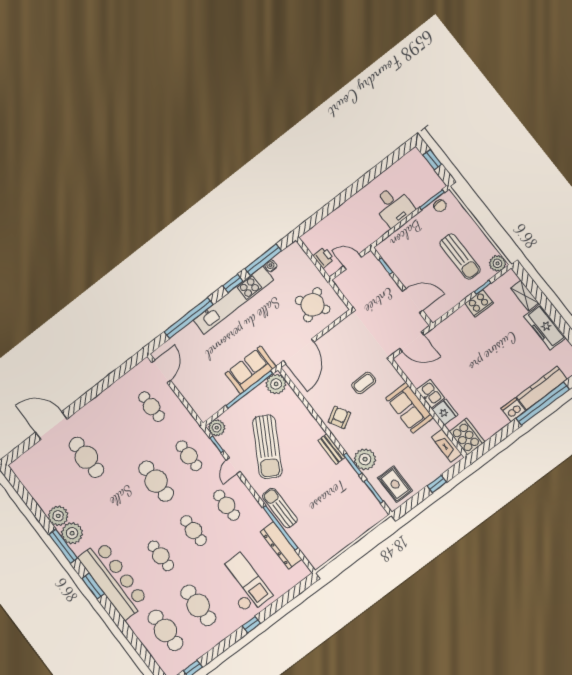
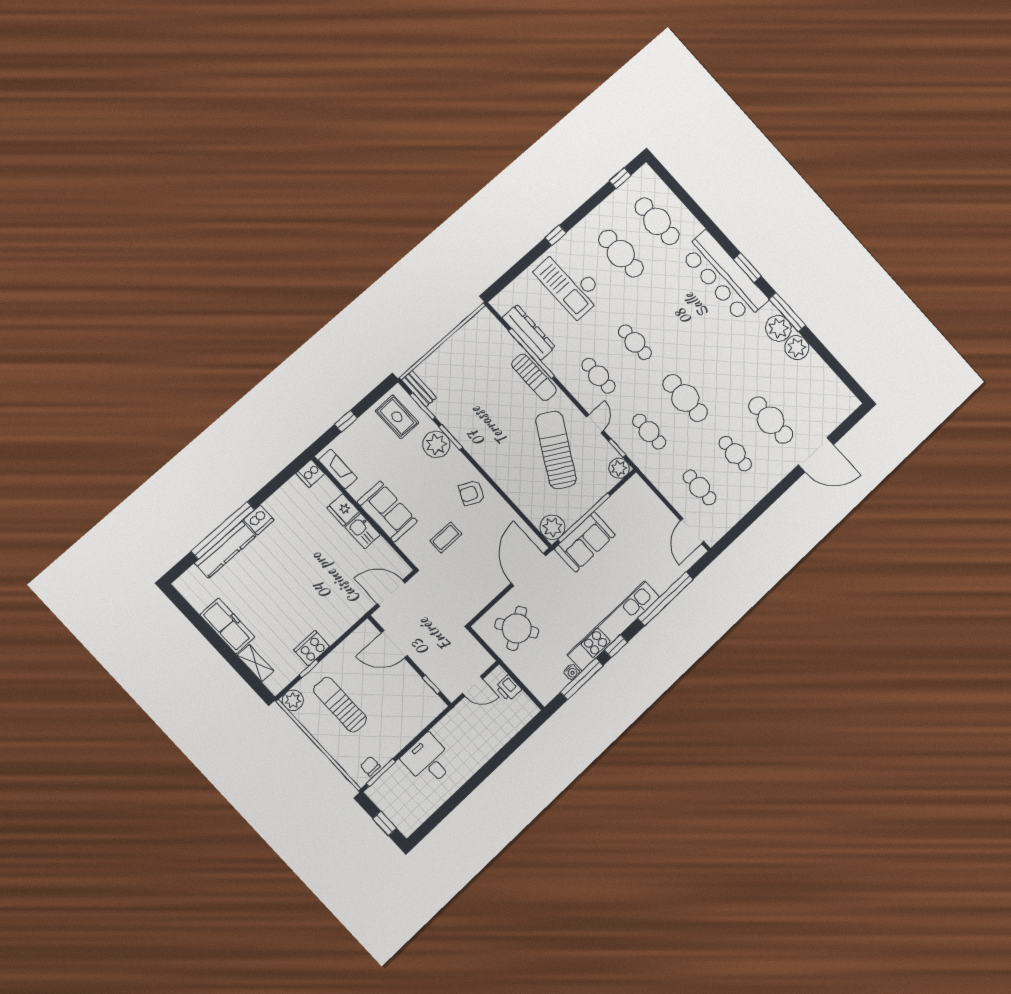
armchair: (339, 417) -> (472, 493), turned 55
cooker: (467, 437) -> (310, 473), width x0.53, depth x0.76
bench: (331, 449) -> (419, 389), moved
cafe table: (161, 556) -> (735, 454), moved

